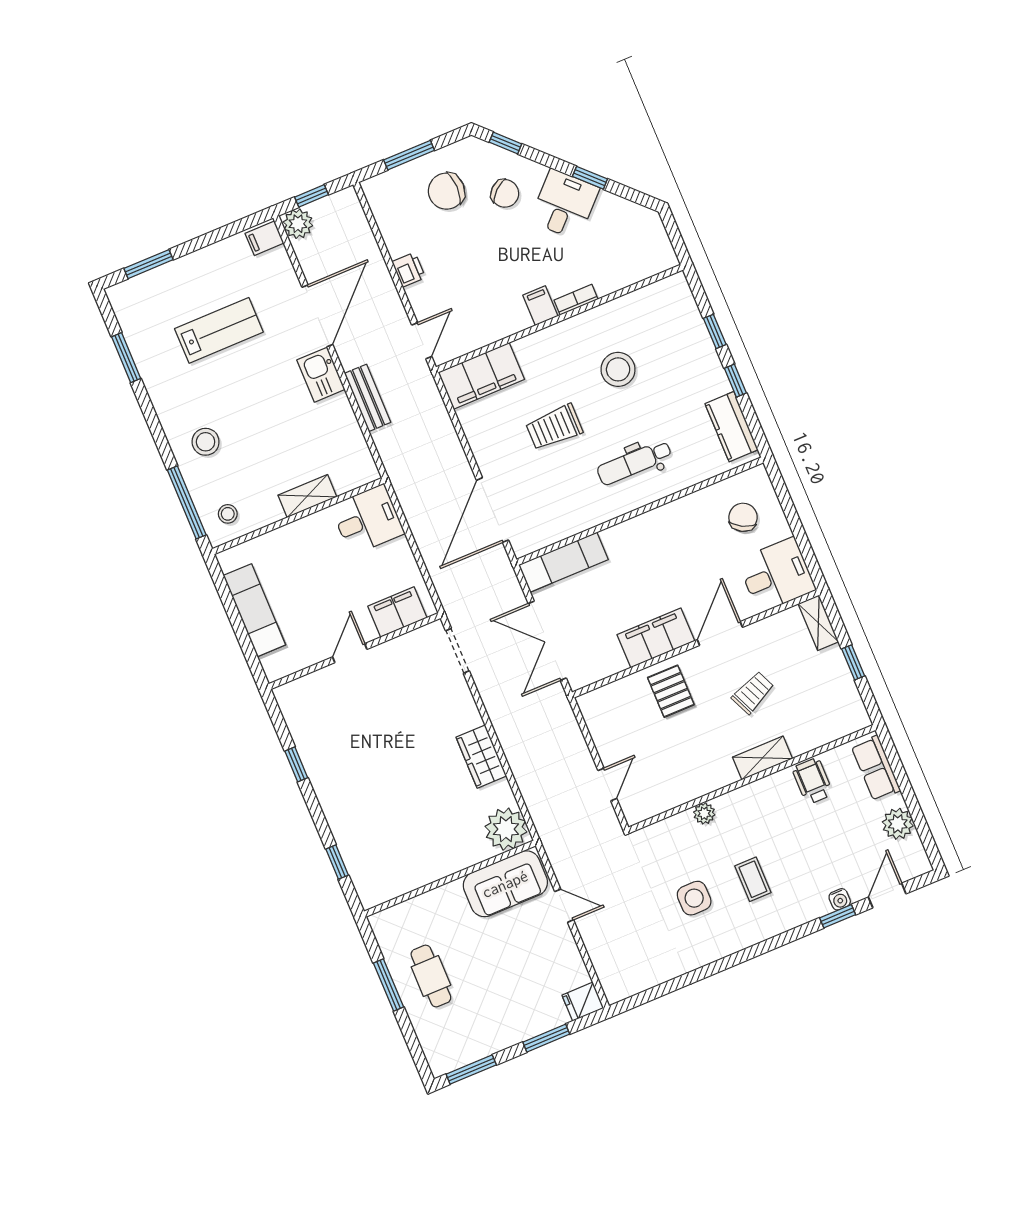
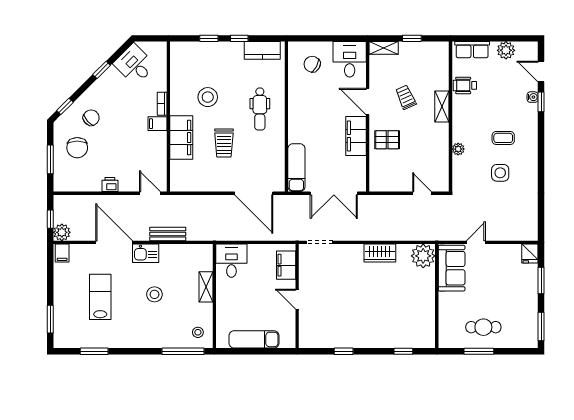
desk: (564, 204) -> (135, 64), moved
filing cabinet: (481, 376) -> (181, 138), moved
stool: (206, 442) -> (154, 294), moved

